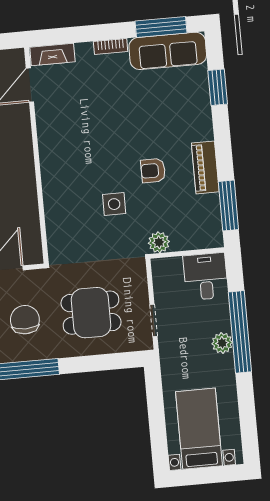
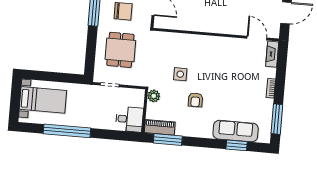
sofa: (168, 51) -> (236, 131), moved, turned 90
piano: (205, 167) -> (160, 127), moved
armchair: (153, 171) -> (195, 100), turned 180
window: (240, 332) -> (67, 131), moved
plant: (222, 343) -> (90, 122), removed

